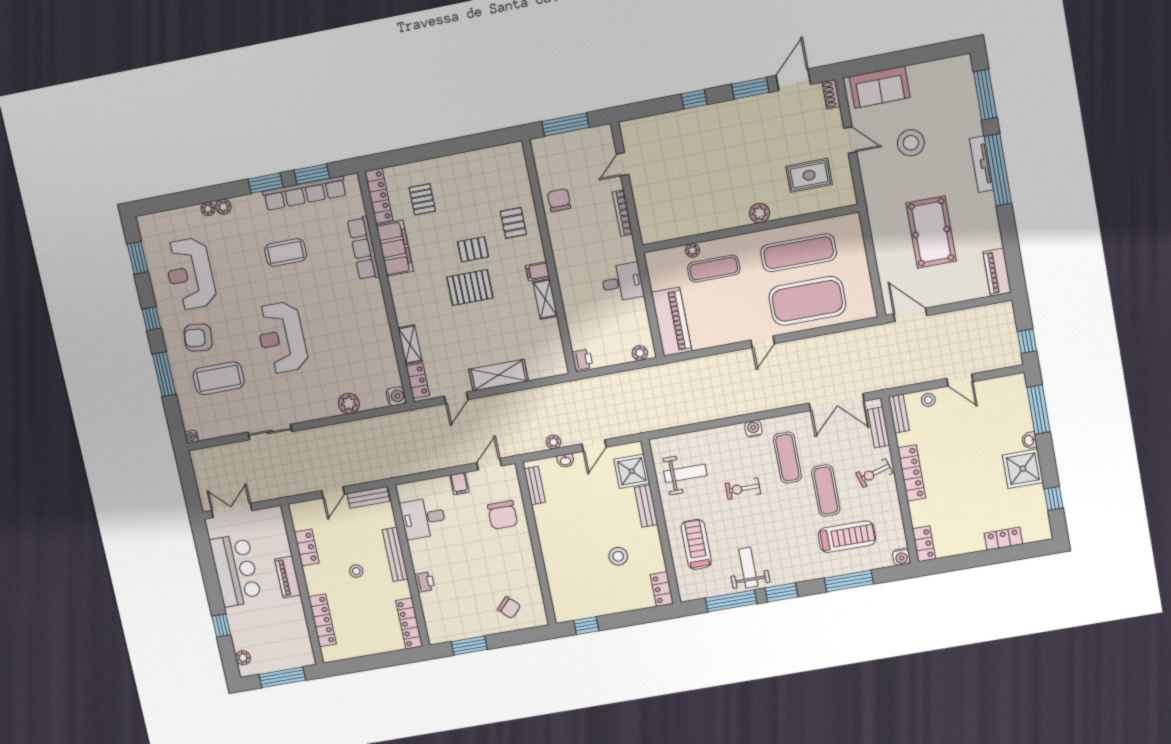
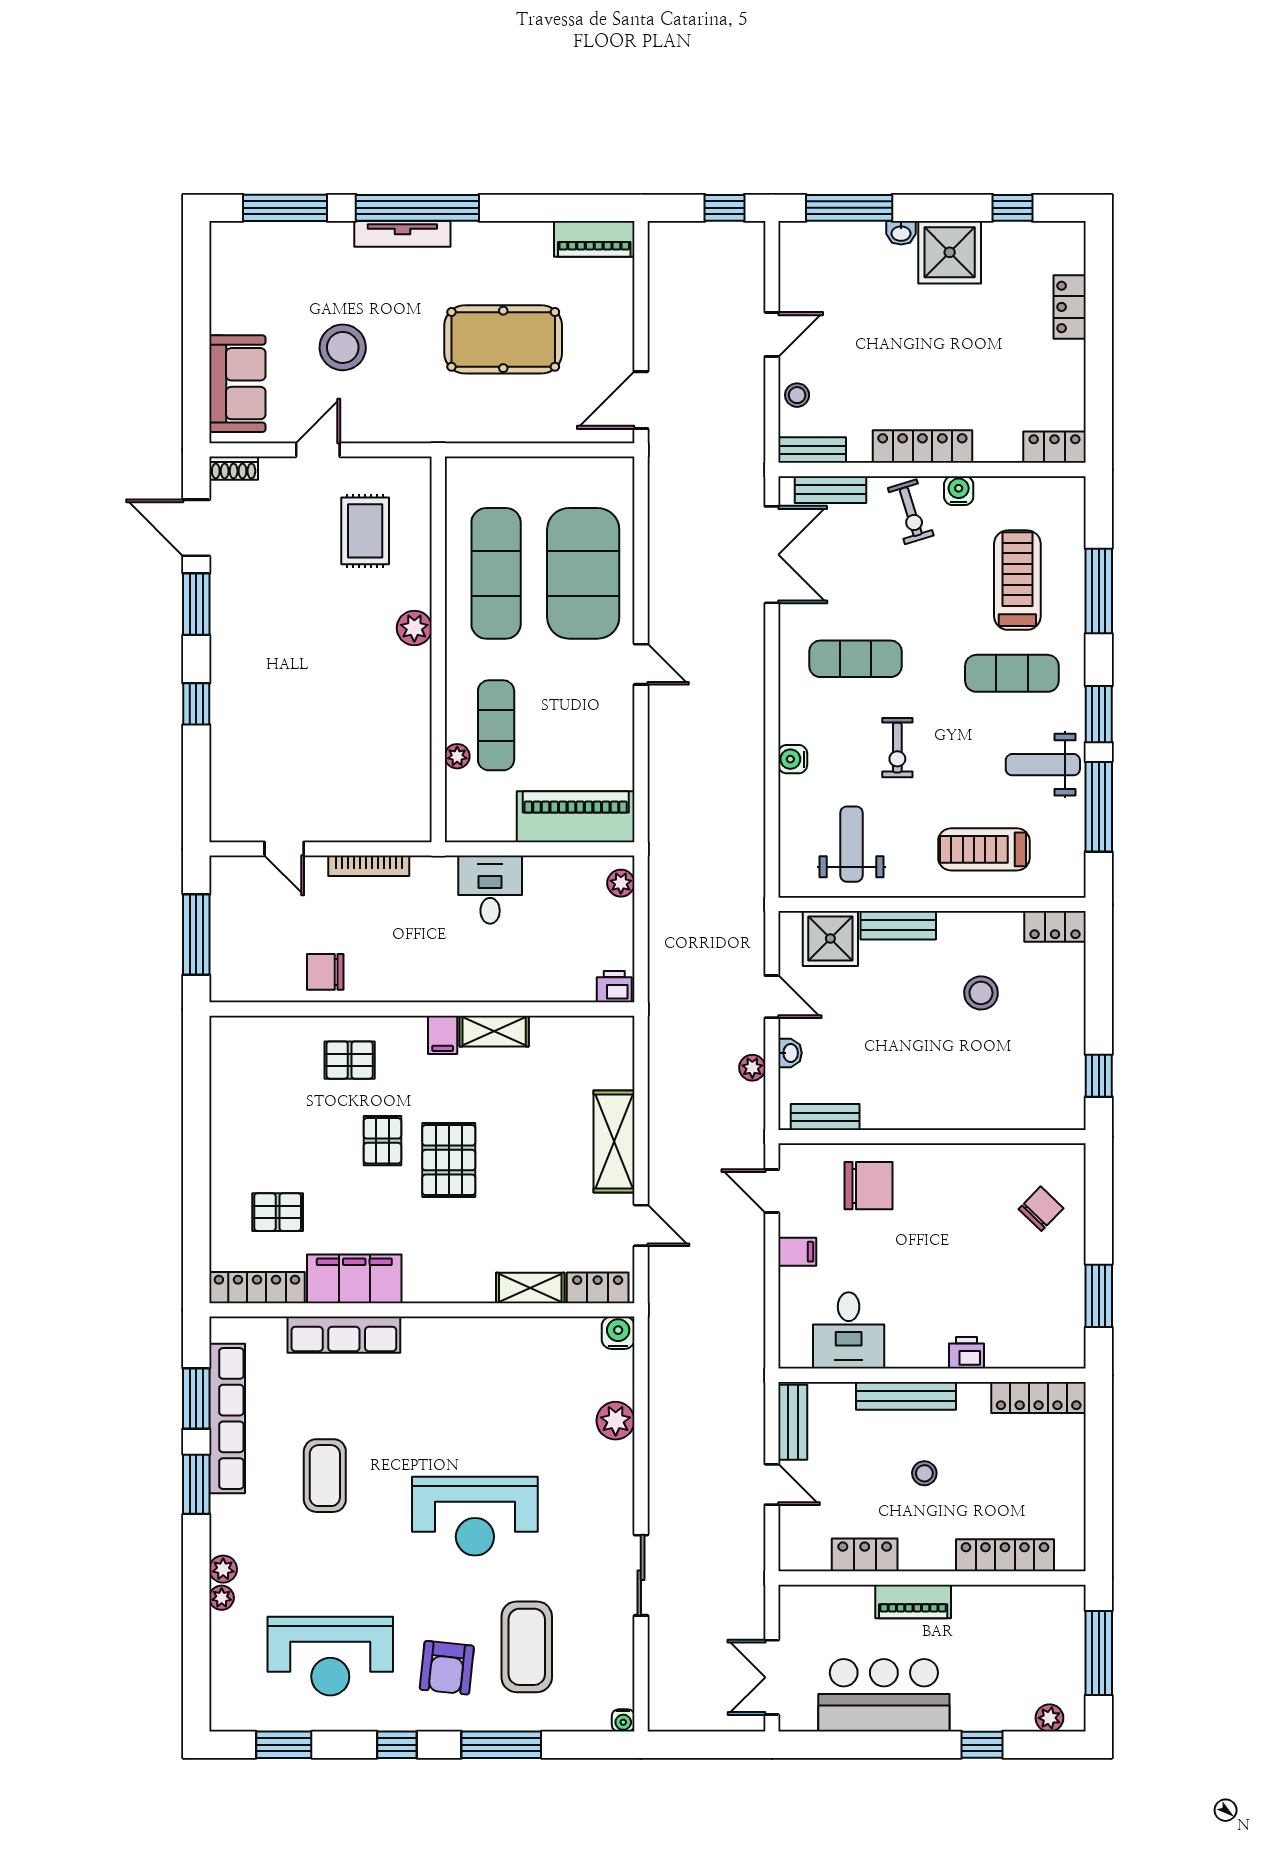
water cooler: (753, 429) -> (793, 759), moved
exercise mat: (826, 491) -> (1012, 673), moved
water cooler: (901, 557) -> (959, 491), moved, turned -90

